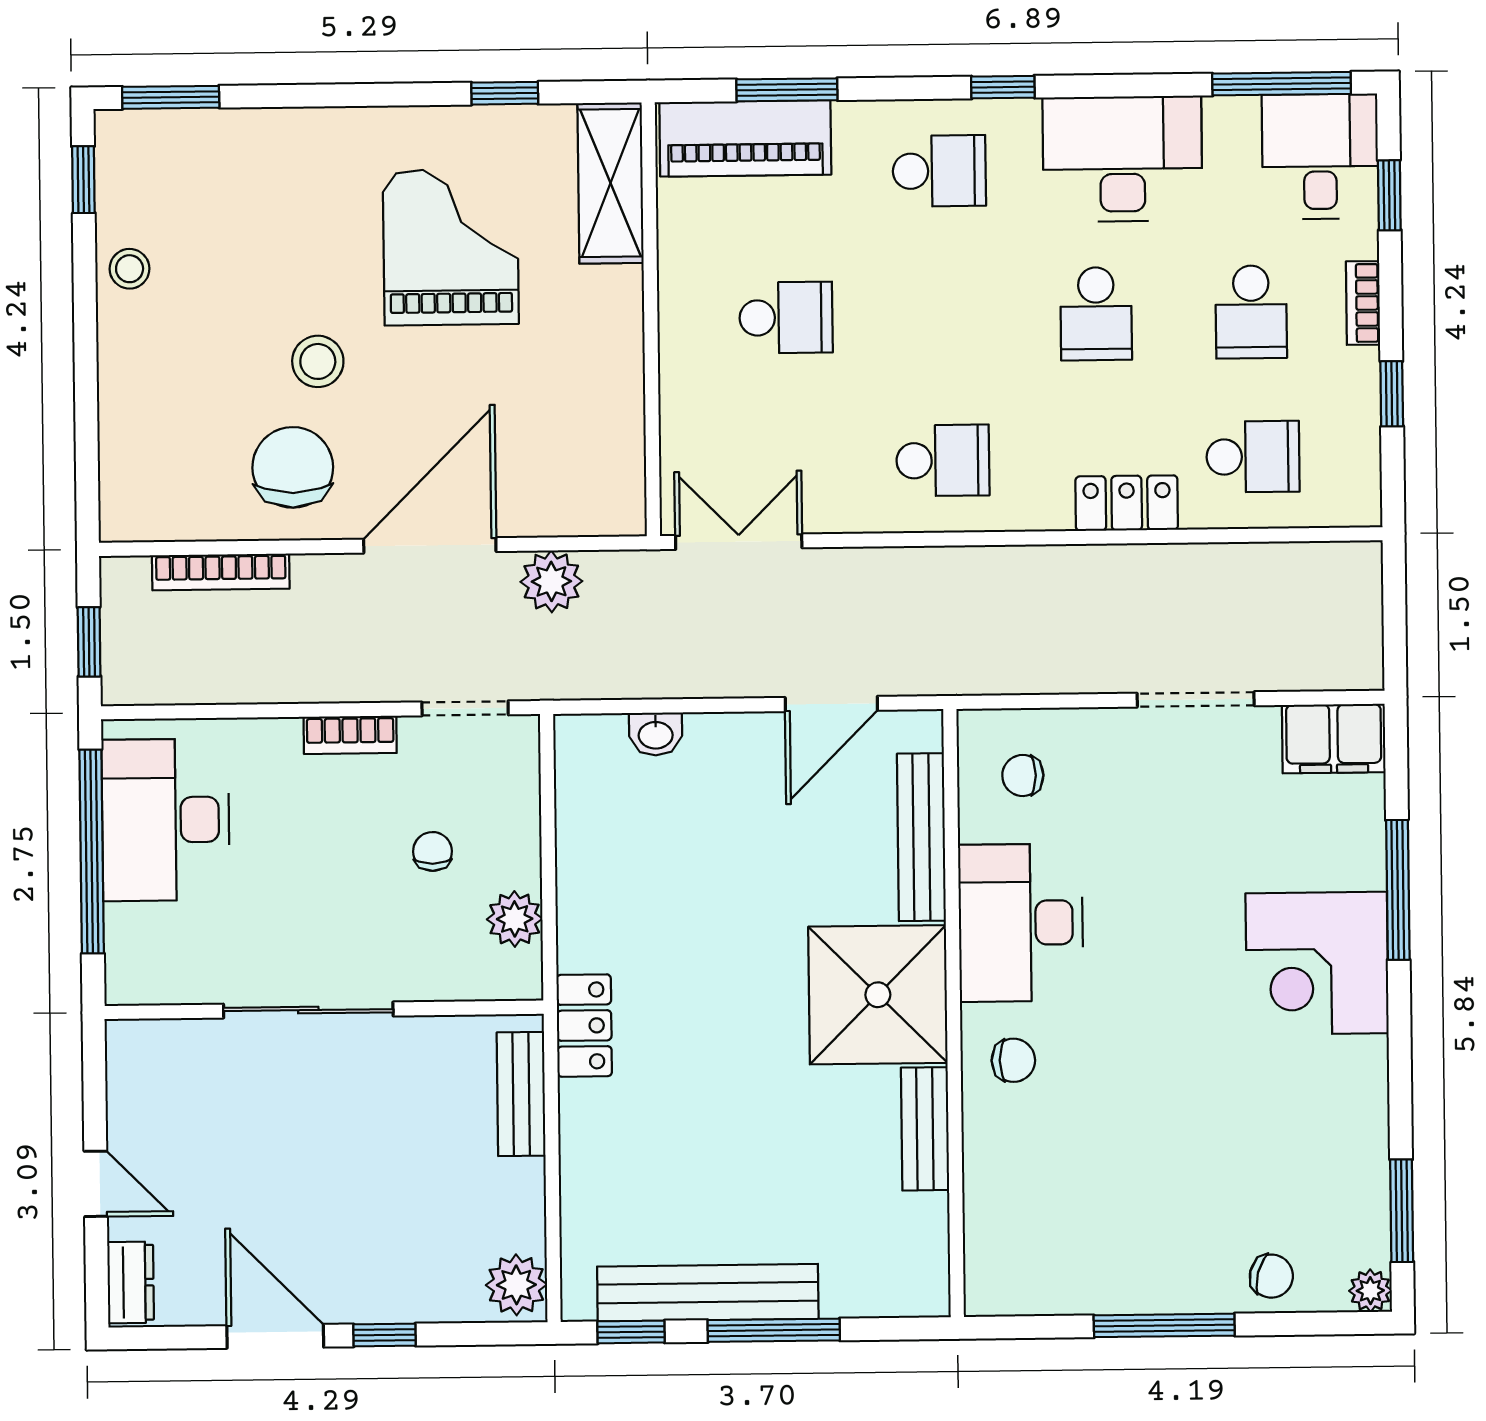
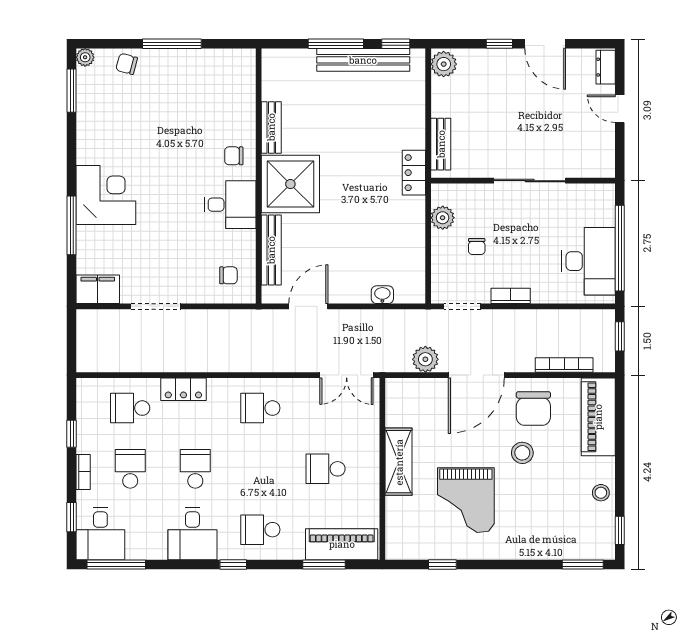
desk: (1122, 159) -> (192, 534), width x0.73
shelving: (610, 183) -> (399, 462), moved
piano: (138, 449) -> (598, 417), added
desk: (1021, 923) -> (230, 205), width x0.73

